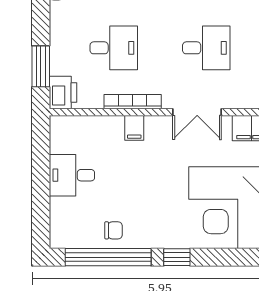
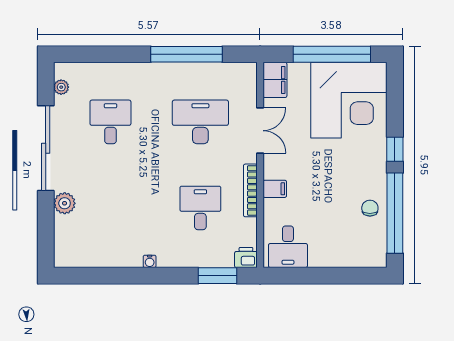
desk: (206, 48) -> (200, 122), width x1.37
printer: (63, 93) -> (246, 257), width x0.73, depth x0.81
desk: (72, 175) -> (288, 247), moved

